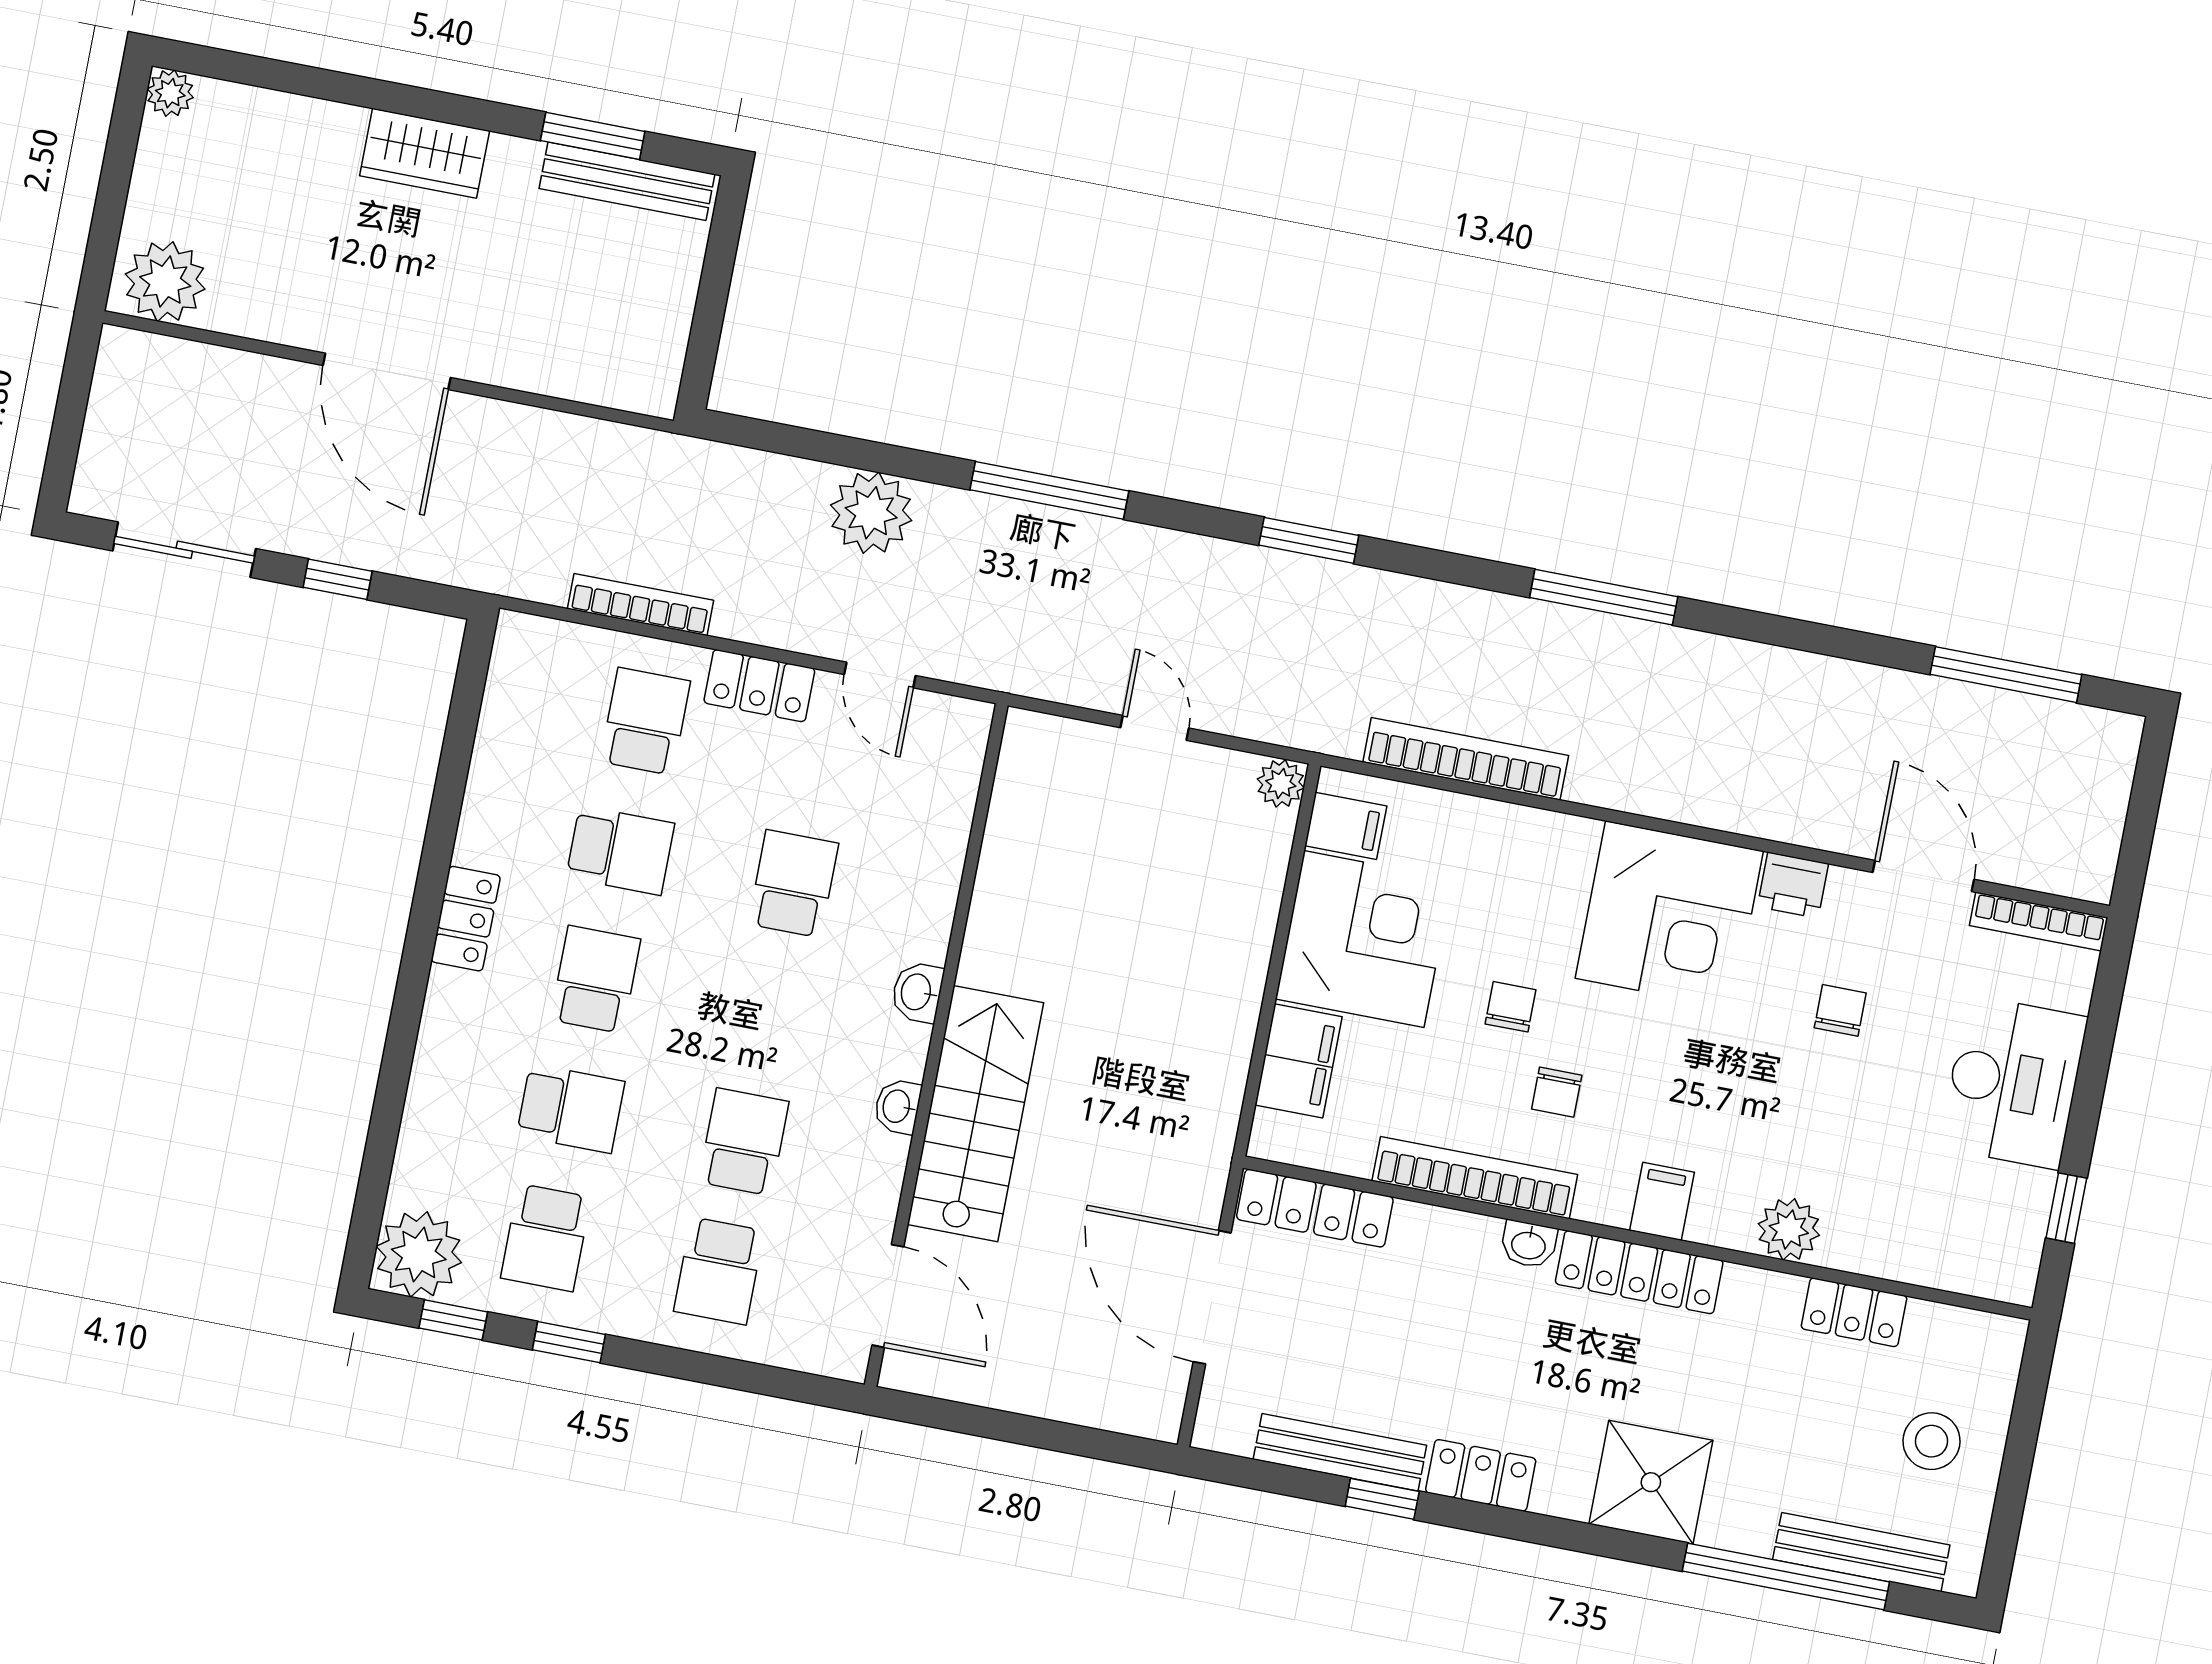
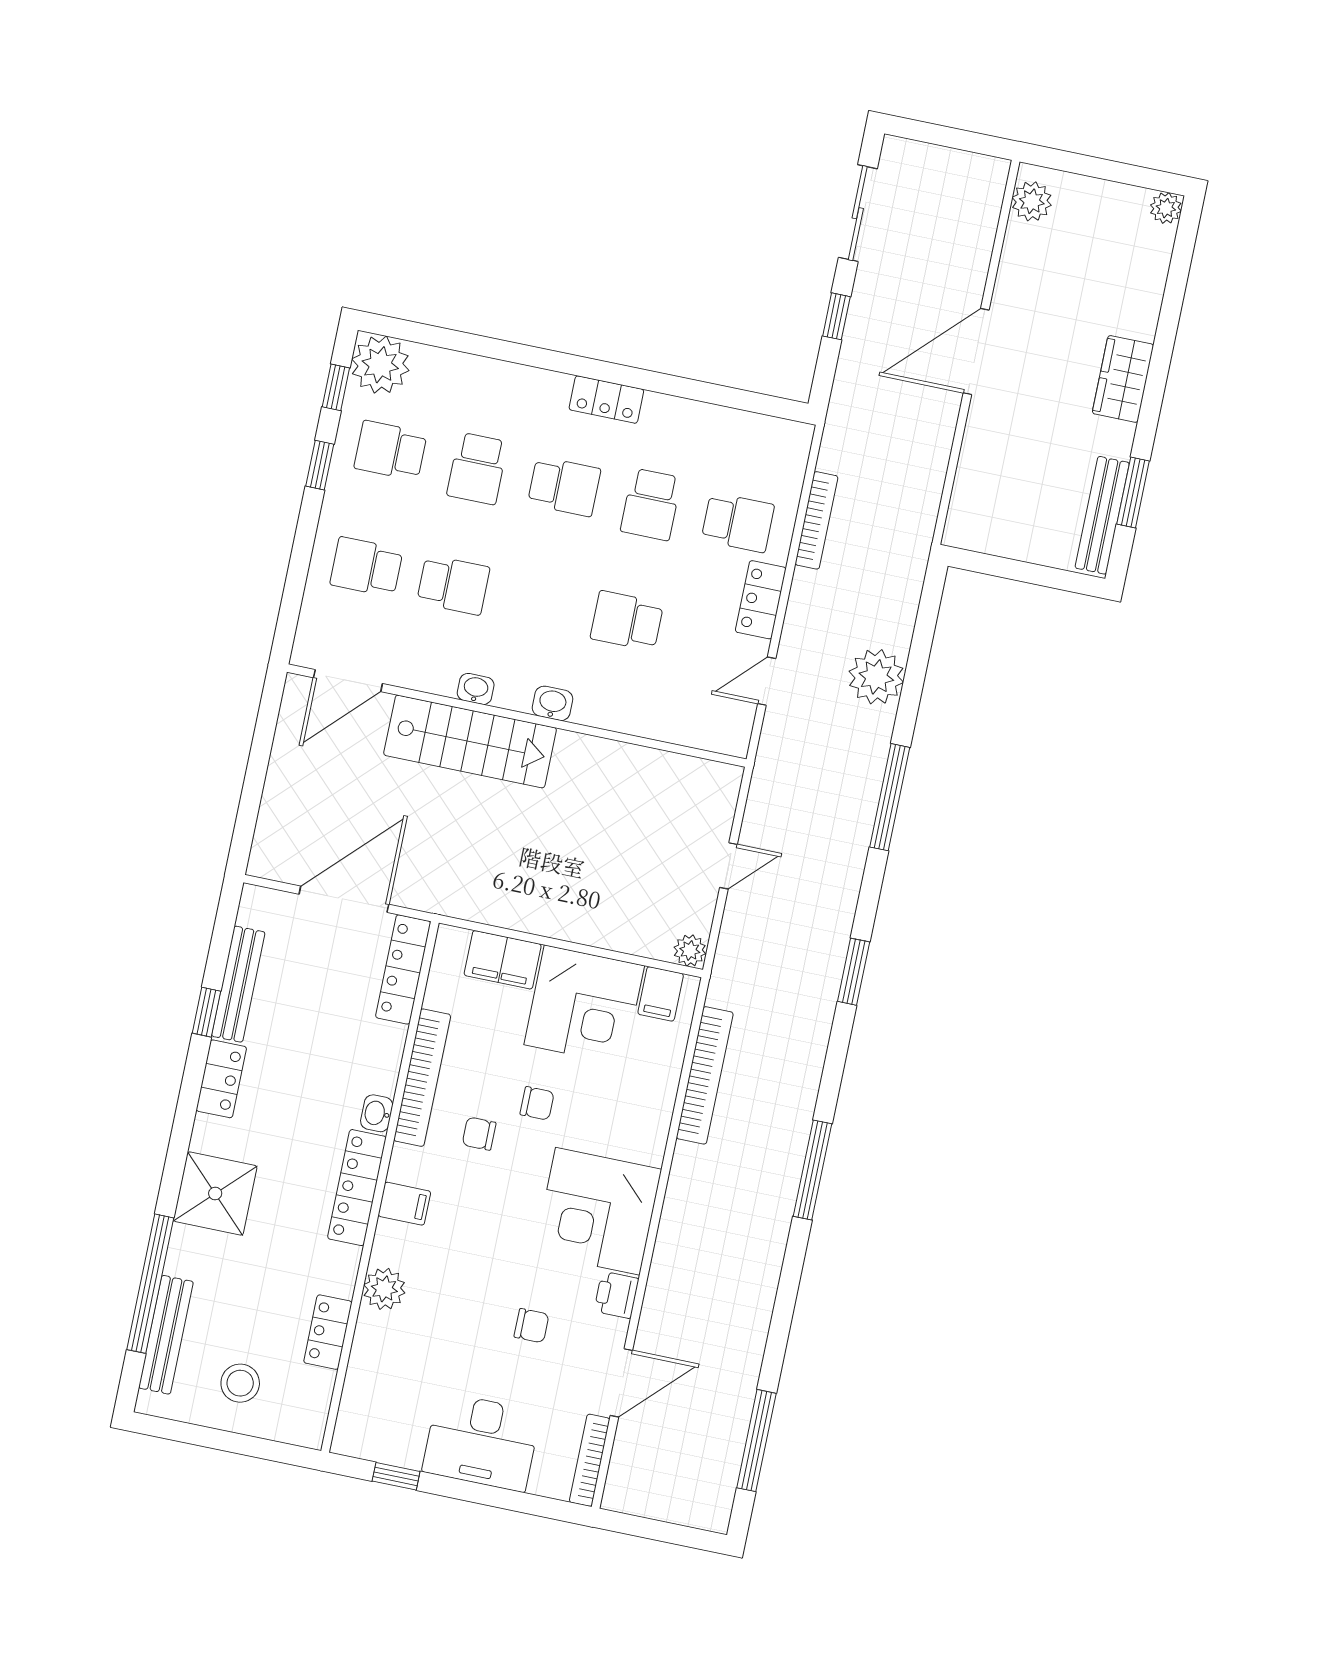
plant: (165, 282) -> (1032, 201), width x0.73, depth x0.73
school desk: (793, 884) -> (627, 621), turned 180

